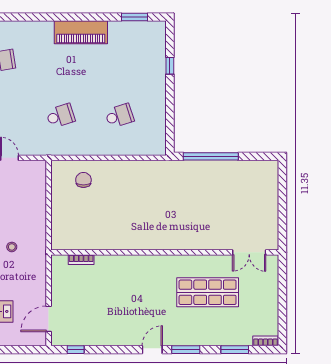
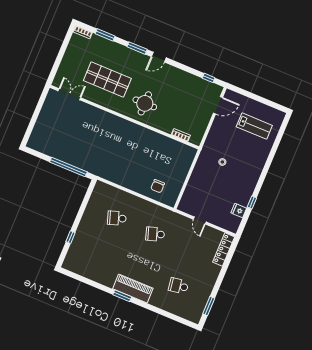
window: (134, 17) -> (122, 296), moved
piano: (81, 32) -> (133, 289), moved
round table: (145, 281) -> (145, 103), added

